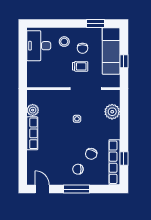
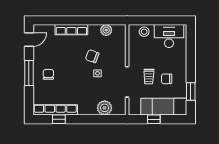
stool: (64, 42) -> (144, 32), moved
row of seats: (32, 133) -> (71, 30), moved
chair: (91, 154) -> (92, 56), moved

